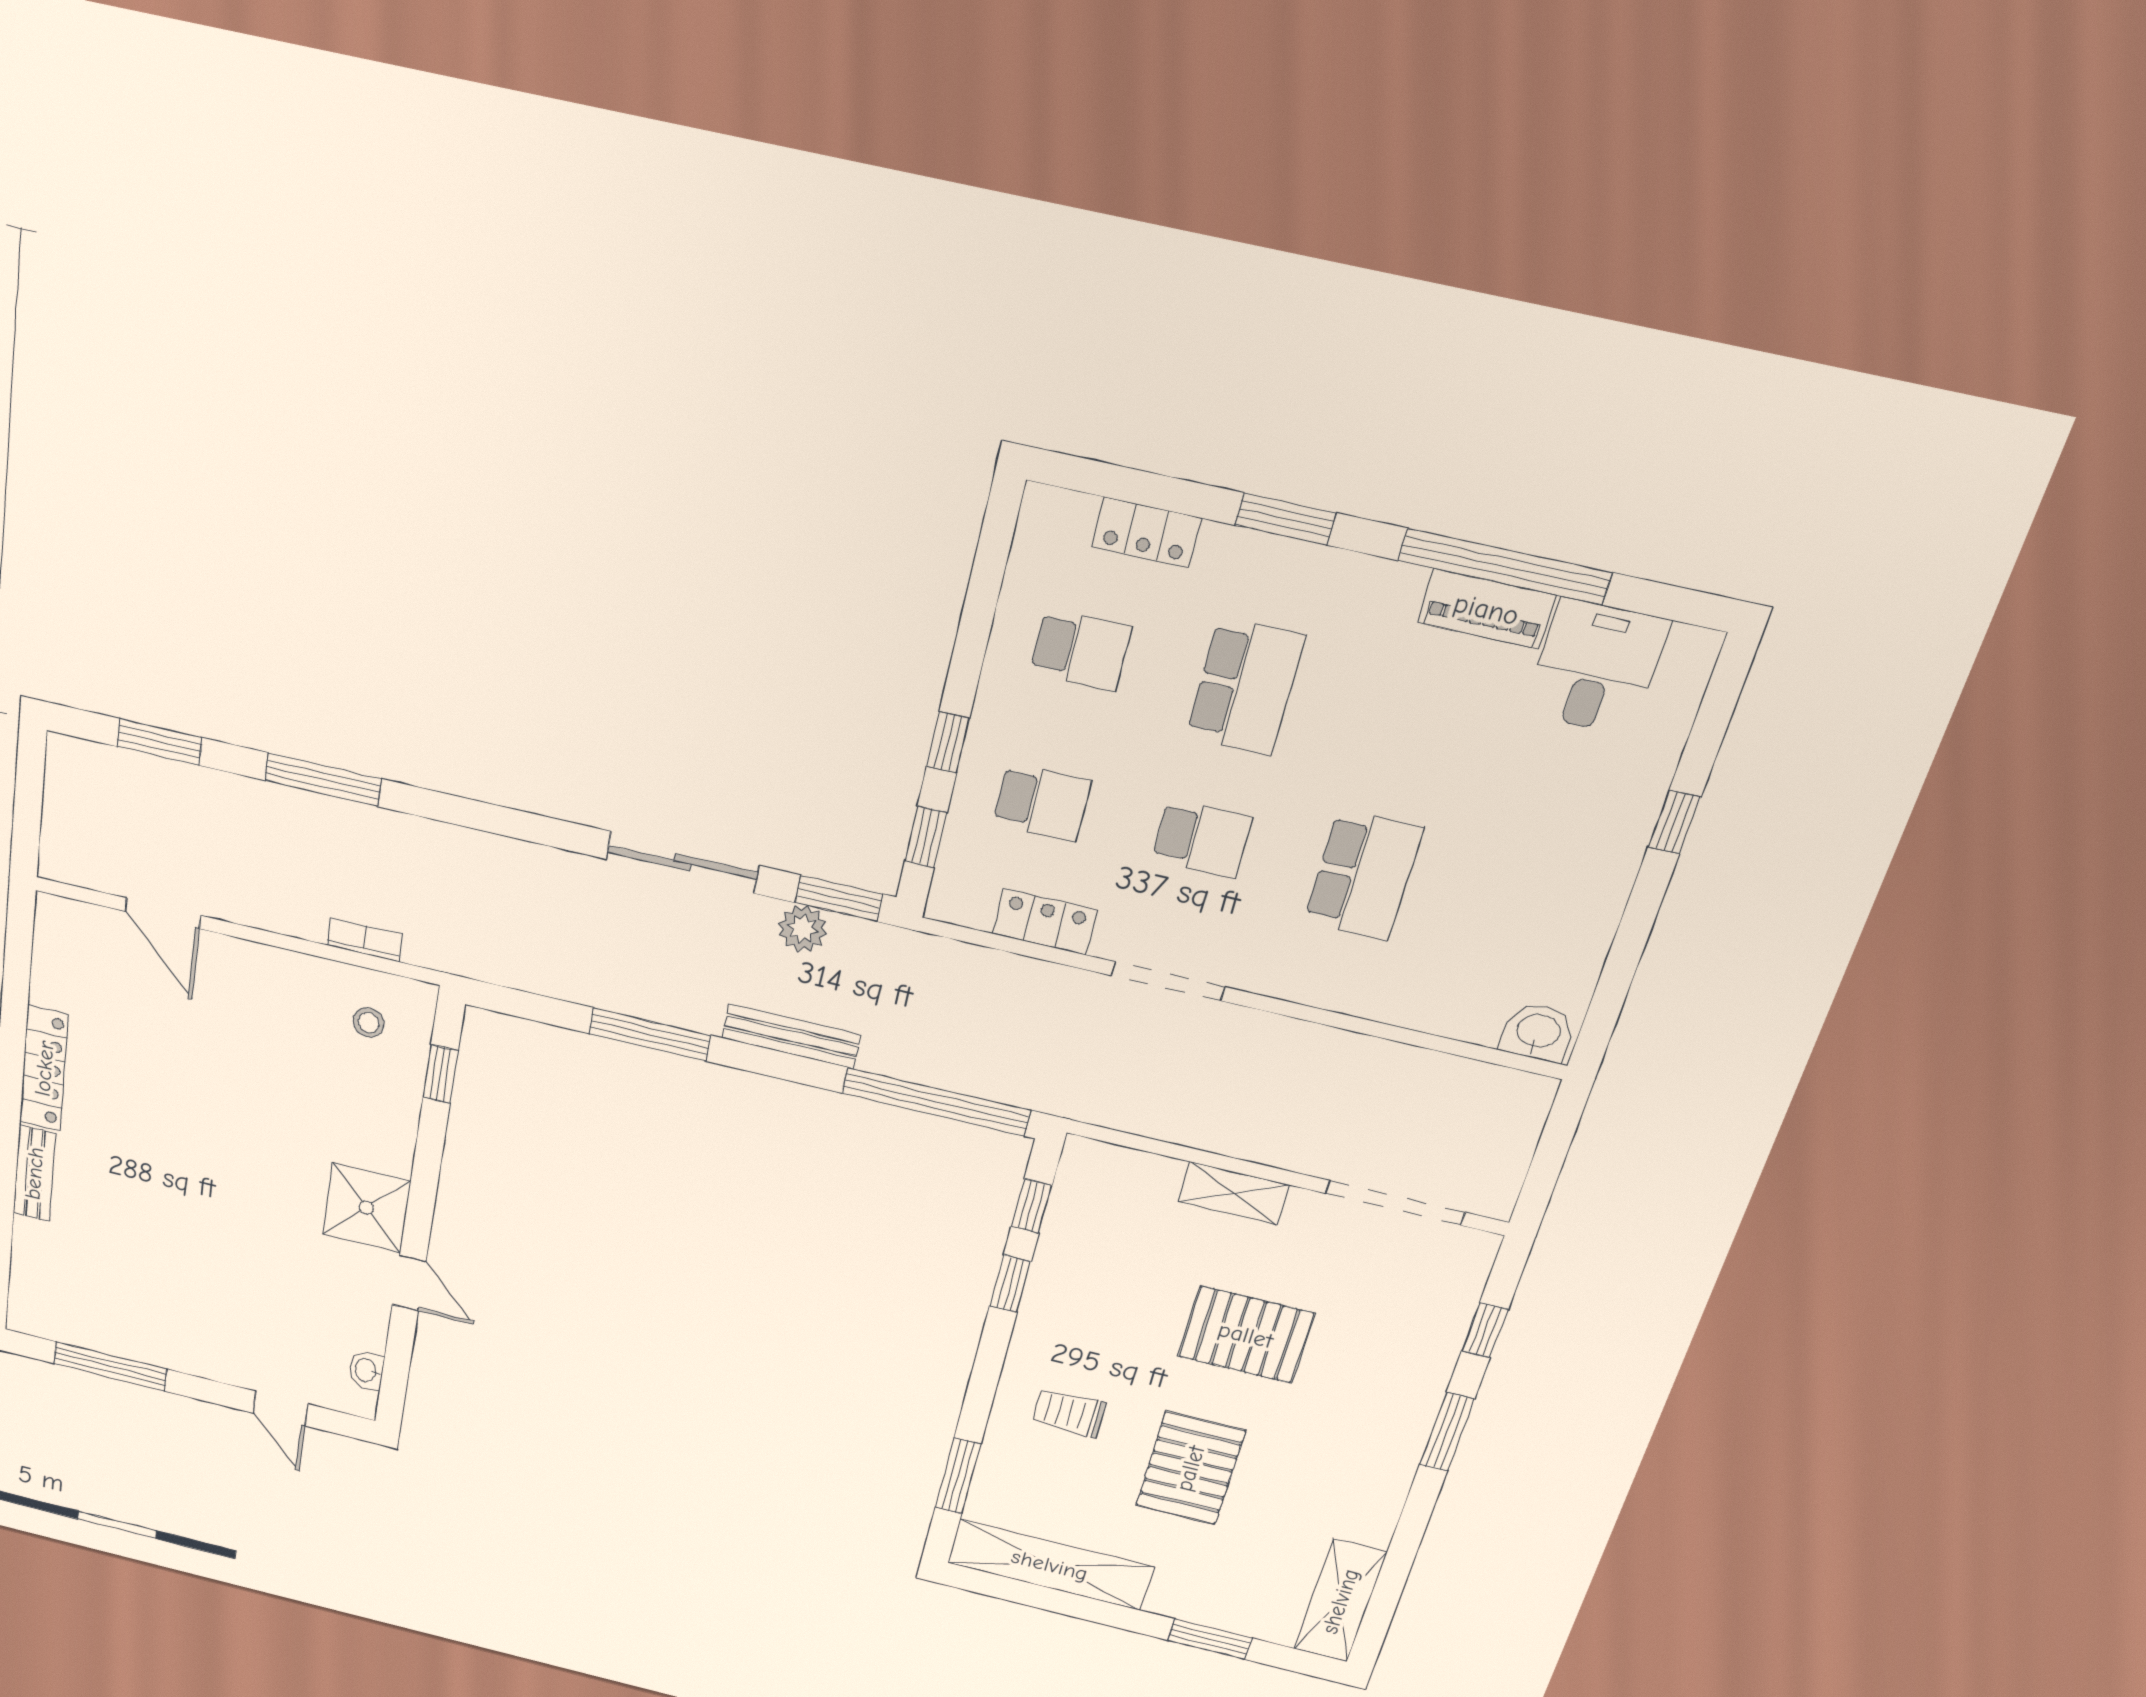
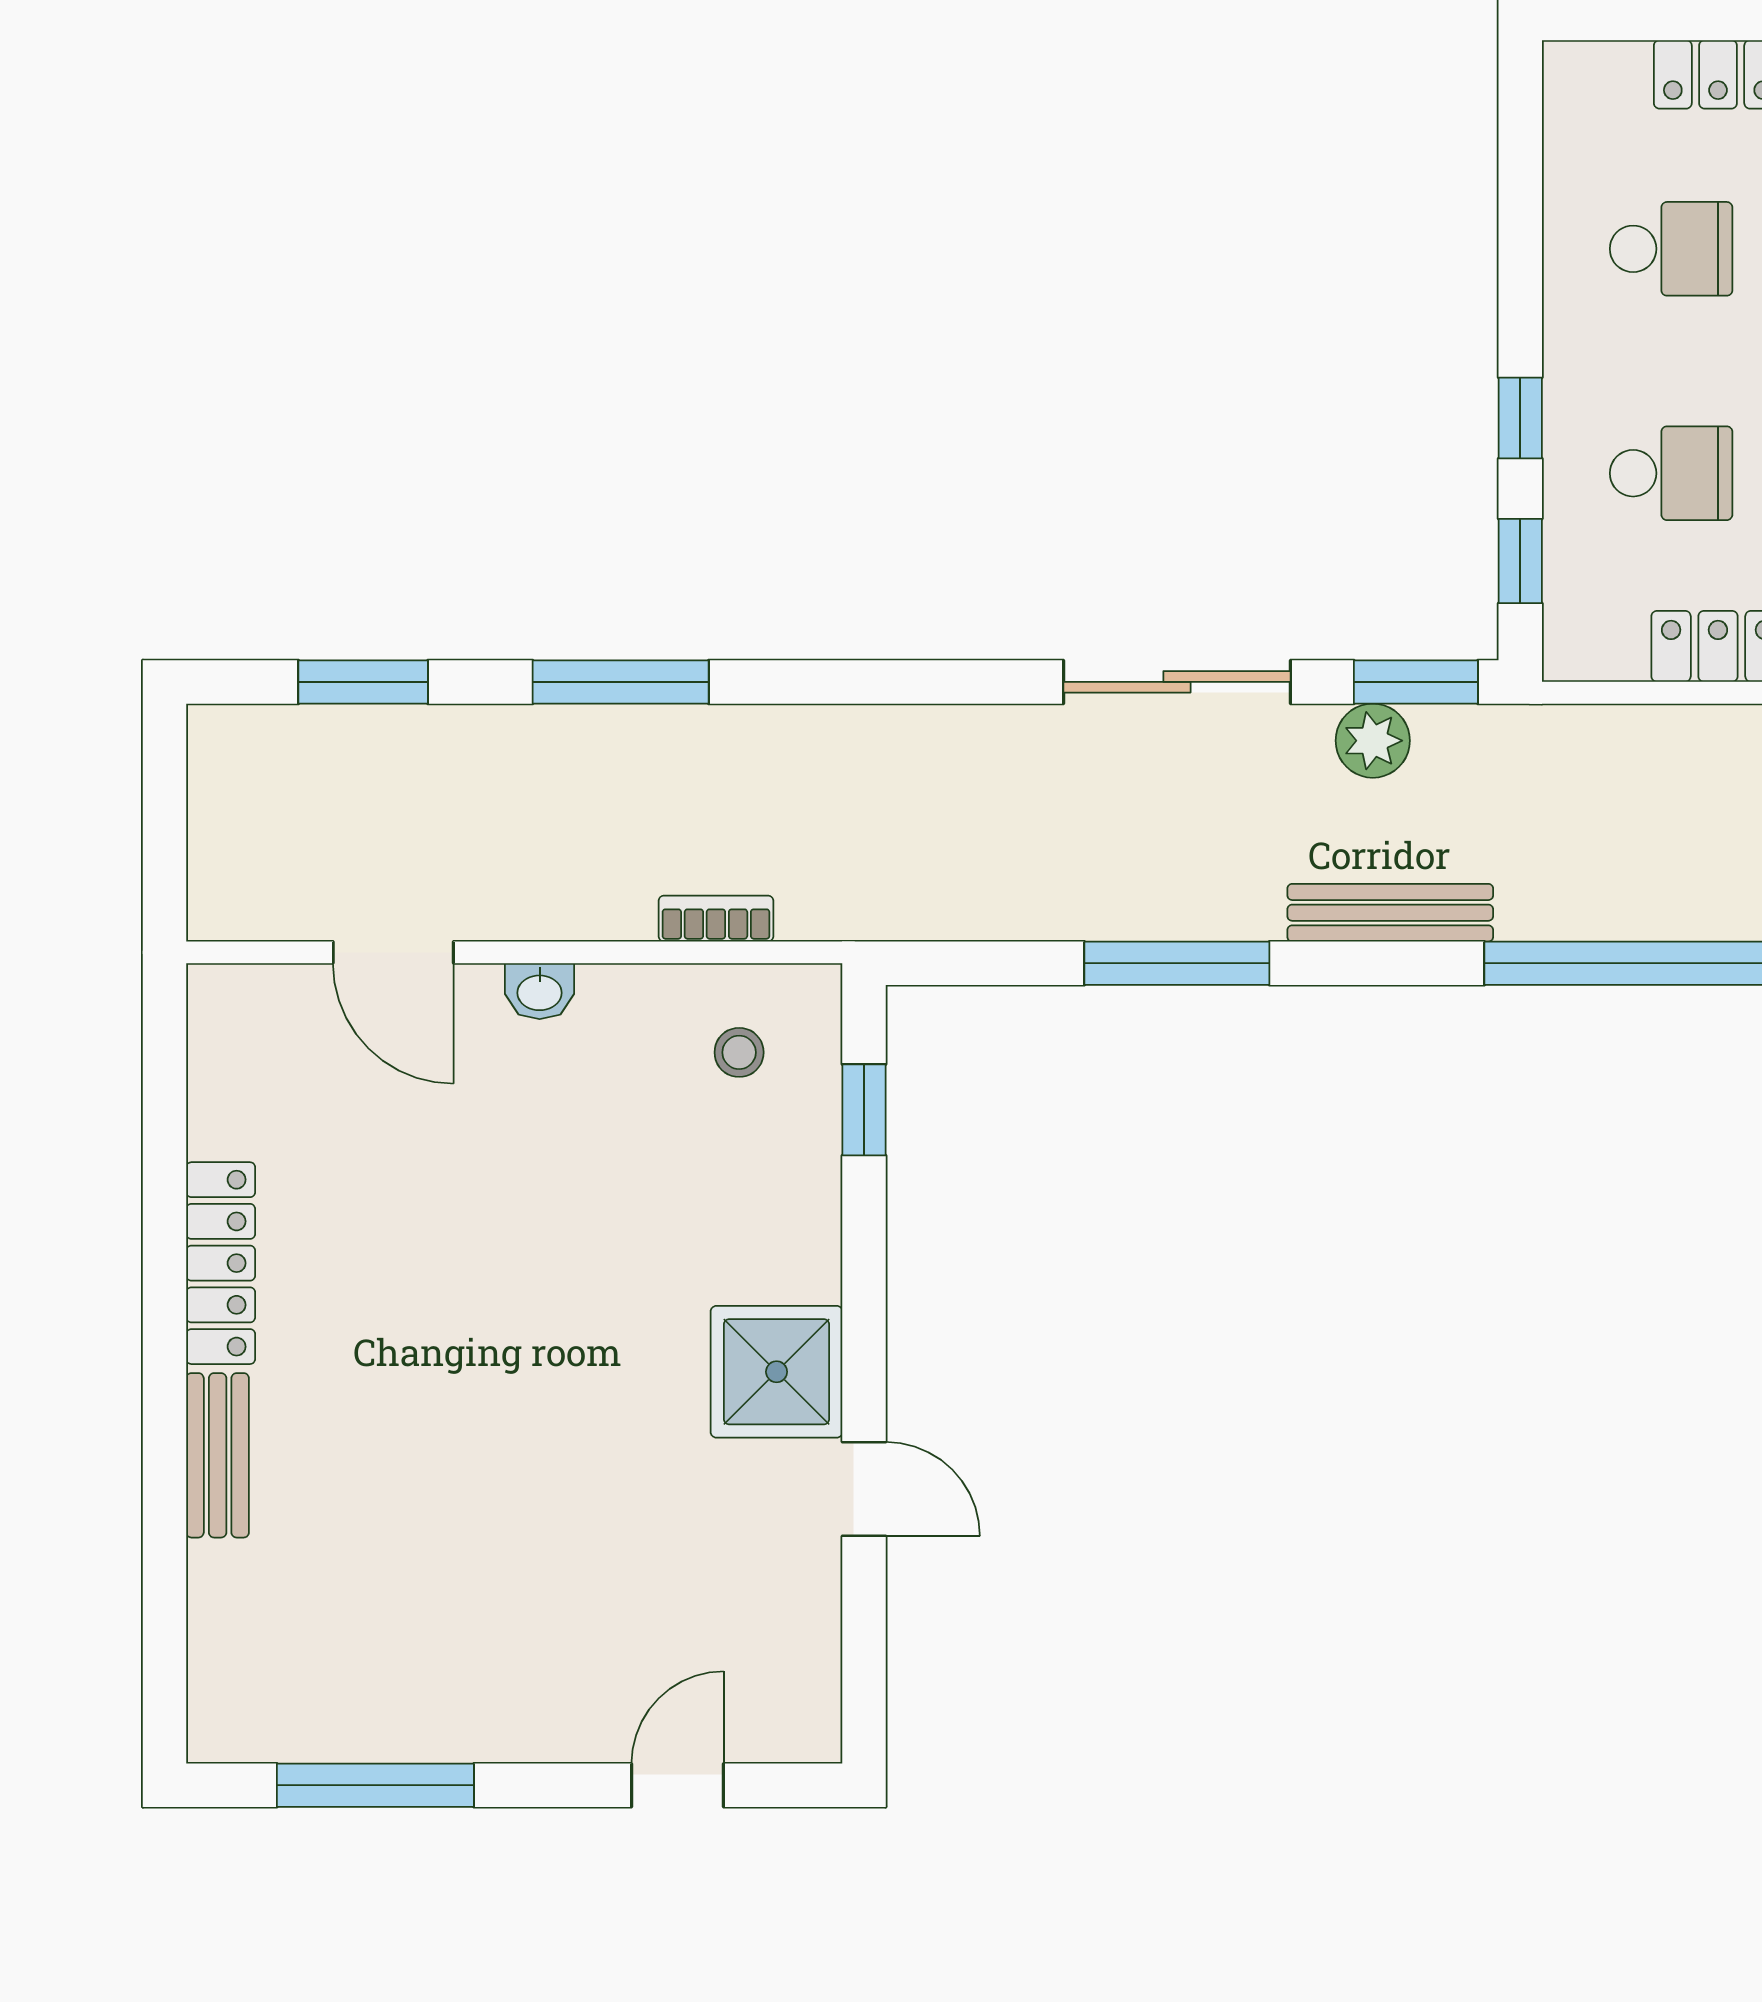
washbasin: (366, 1370) -> (540, 991), moved, turned -90
door: (280, 1409) -> (678, 1785), swing flipped

